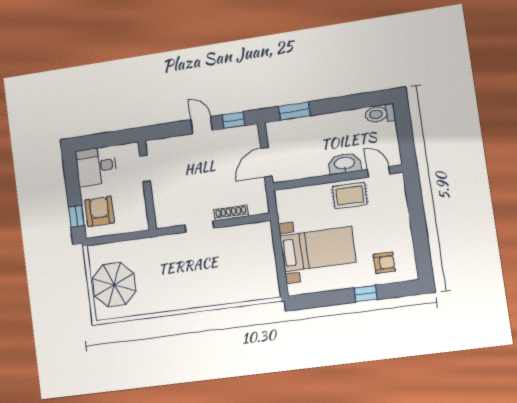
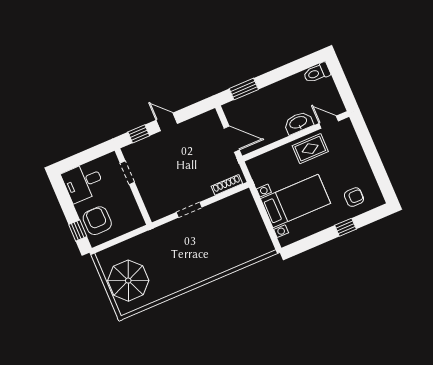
window: (234, 120) -> (139, 134), moved
door: (266, 162) -> (232, 139), swing flipped
shoe rack: (231, 213) -> (227, 185), moved

